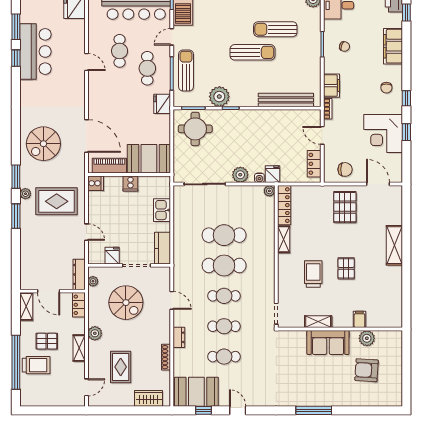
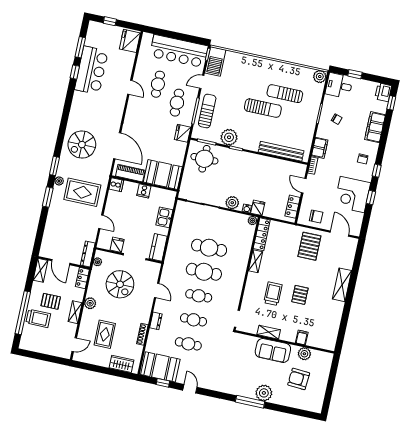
plant: (328, 396) -> (264, 393), added

